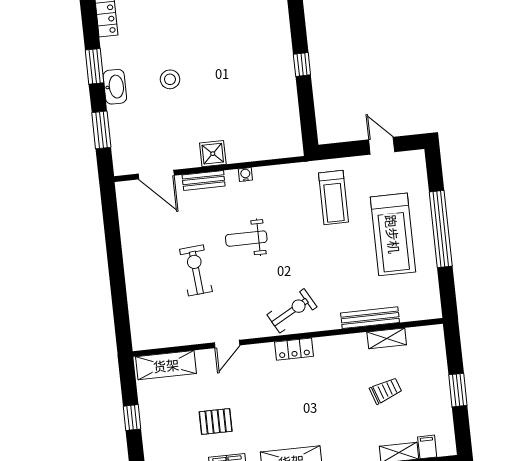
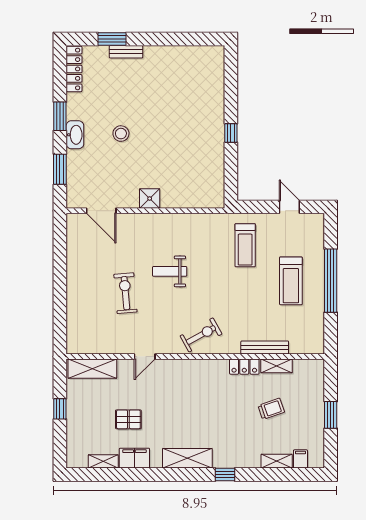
water cooler: (245, 174) -> (175, 219), removed
bench: (204, 180) -> (140, 220), removed
treadmill: (393, 234) -> (291, 281), width x0.73, depth x0.73
locker: (294, 349) -> (244, 367), moved

